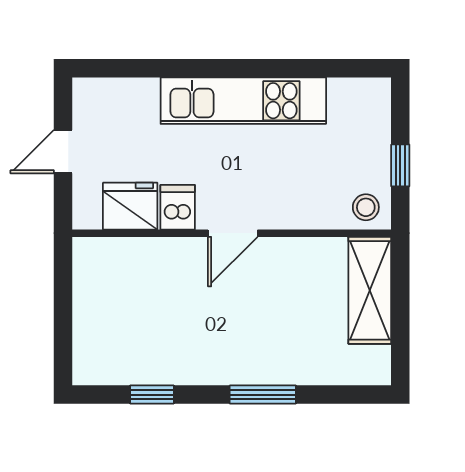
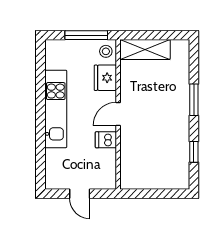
window: (400, 165) -> (86, 35), width x2.17
fridge: (130, 206) -> (105, 78), moved
door: (233, 233) -> (118, 114), swing flipped

